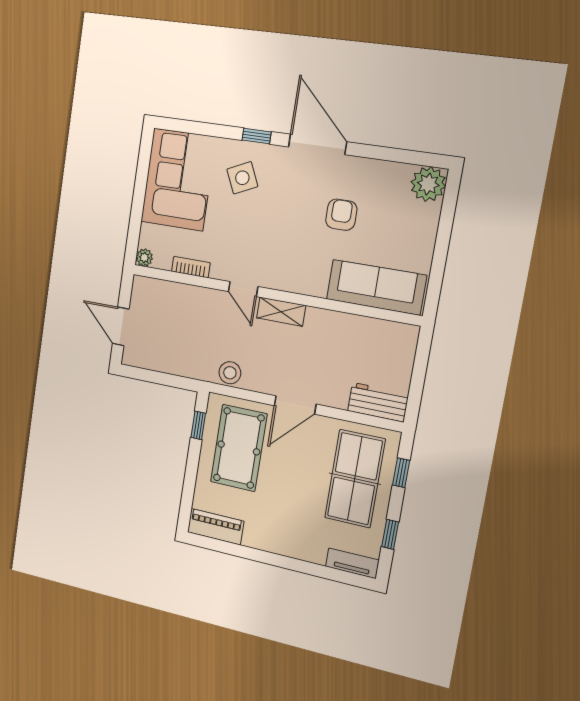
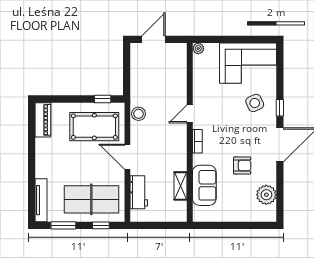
plant: (428, 184) -> (266, 195), moved
bookcase: (191, 267) -> (197, 141), moved
sofa: (376, 287) -> (204, 185), width x0.73
shelving: (281, 312) -> (181, 186), moved
workbench: (378, 402) -> (139, 192), moved
window: (390, 534) -> (63, 225), width x1.50
tv unit: (352, 563) -> (41, 200), width x1.41

